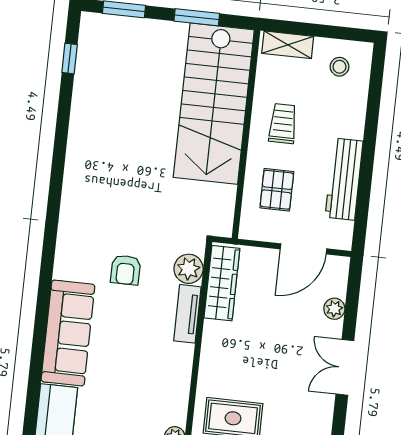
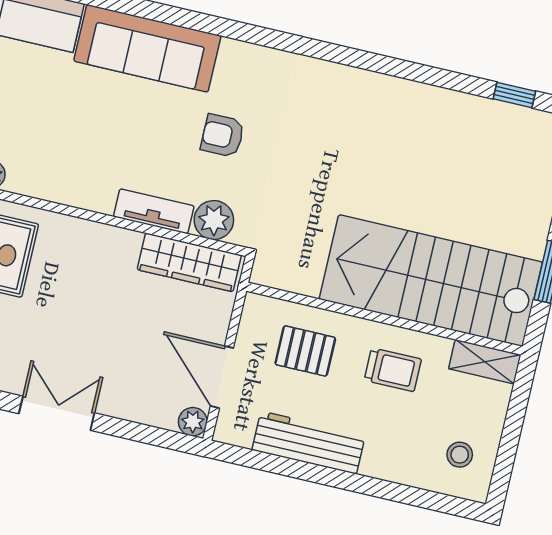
shelving: (288, 45) -> (485, 362), moved, turned 90
plant: (334, 309) -> (193, 422), moved

